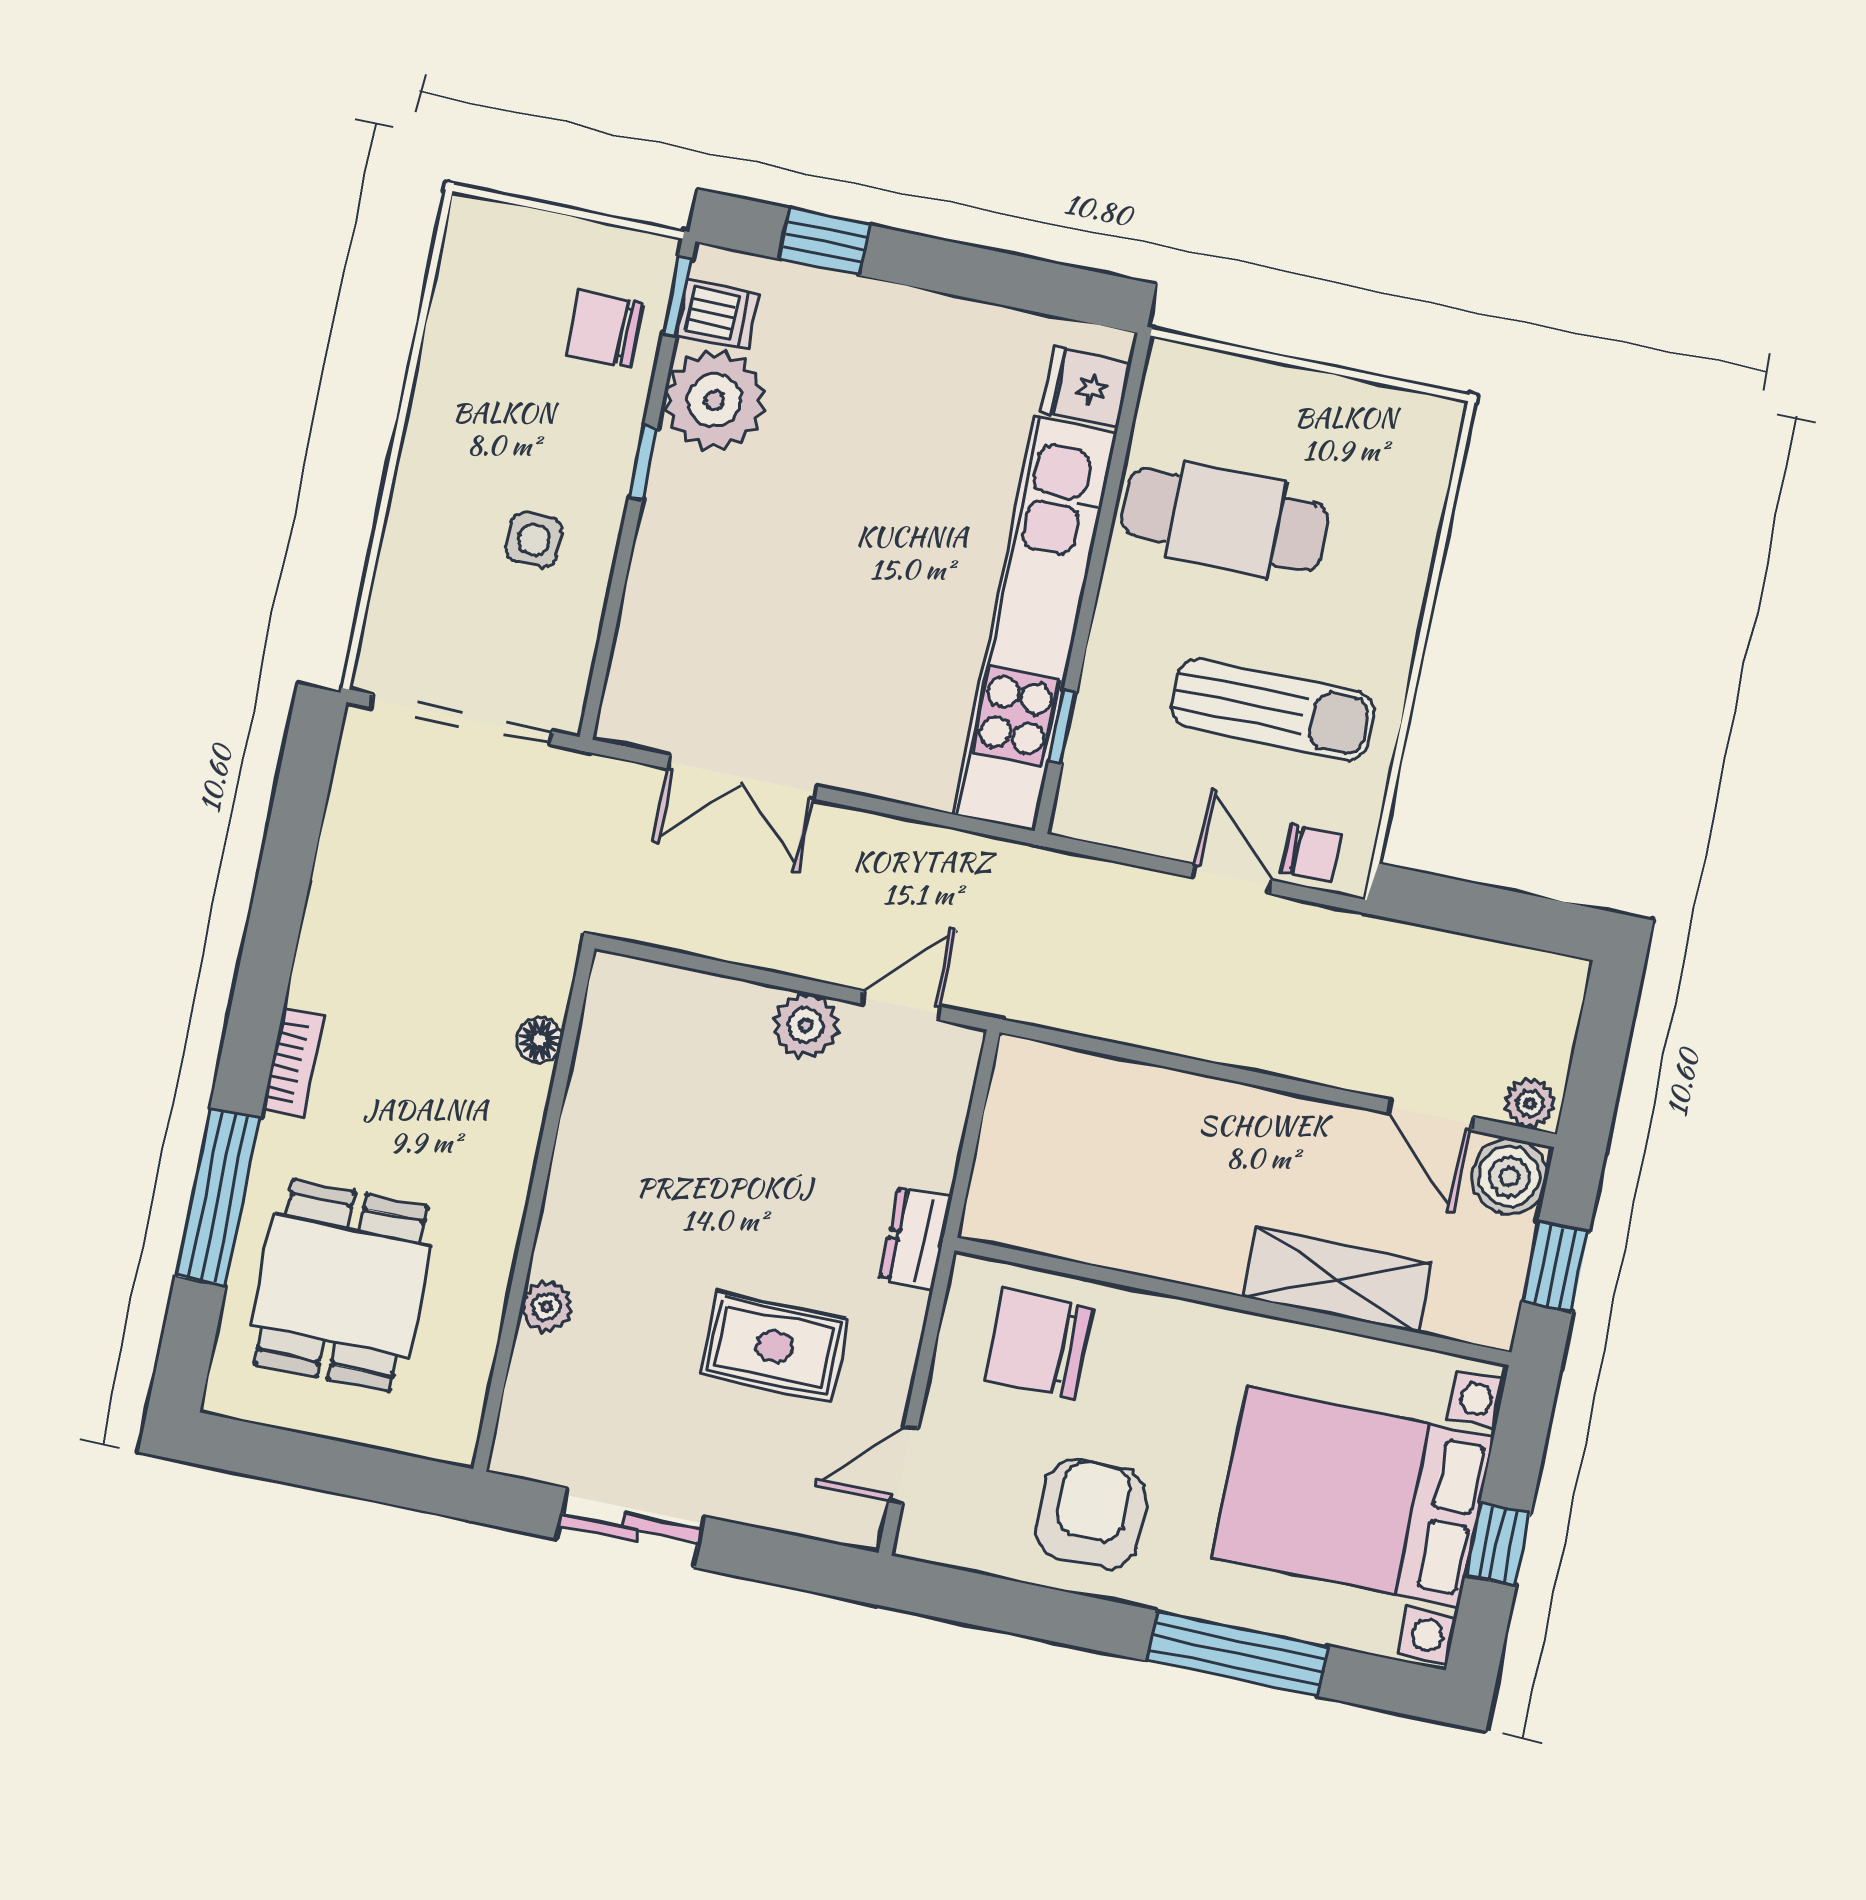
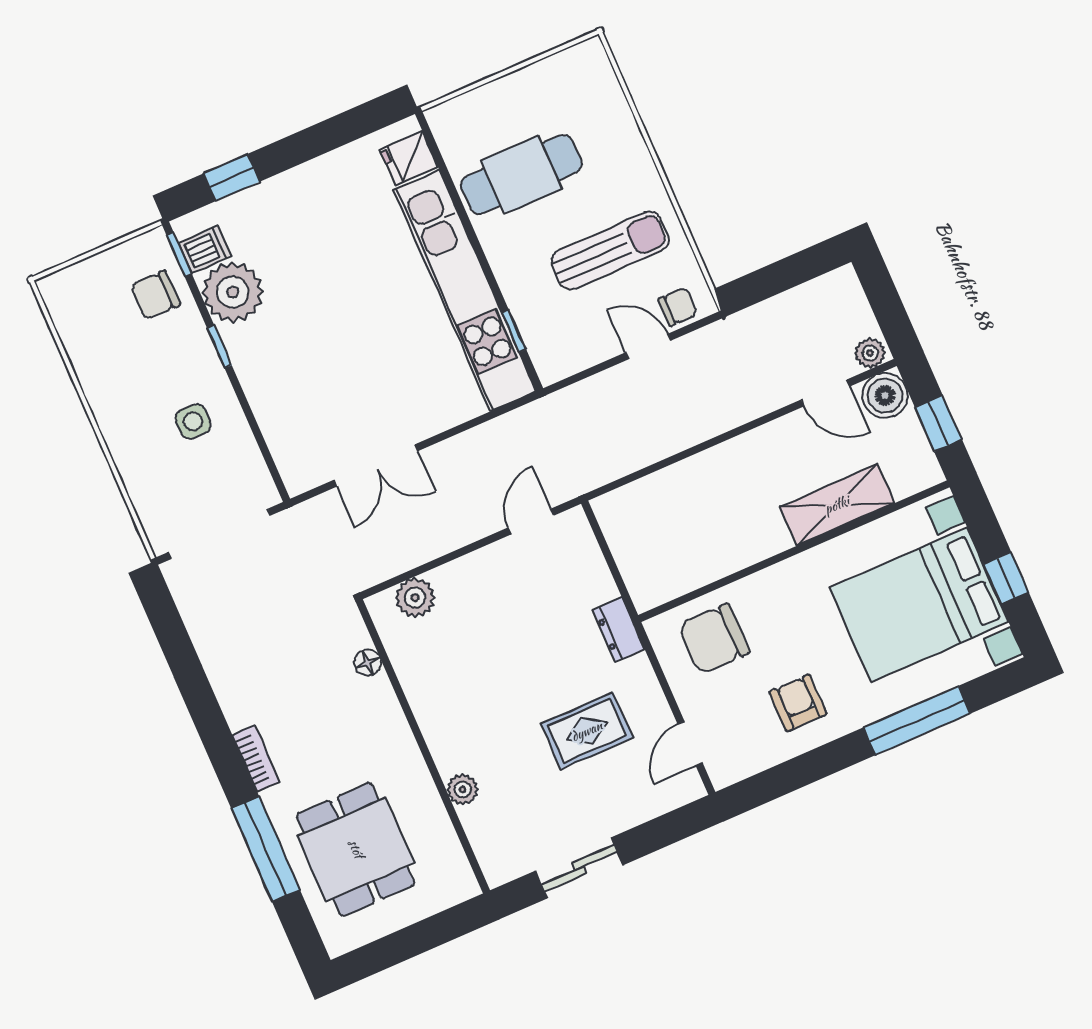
plant: (806, 1026) -> (415, 598), moved
armchair: (1091, 1514) -> (798, 703), width x0.72, depth x0.72

